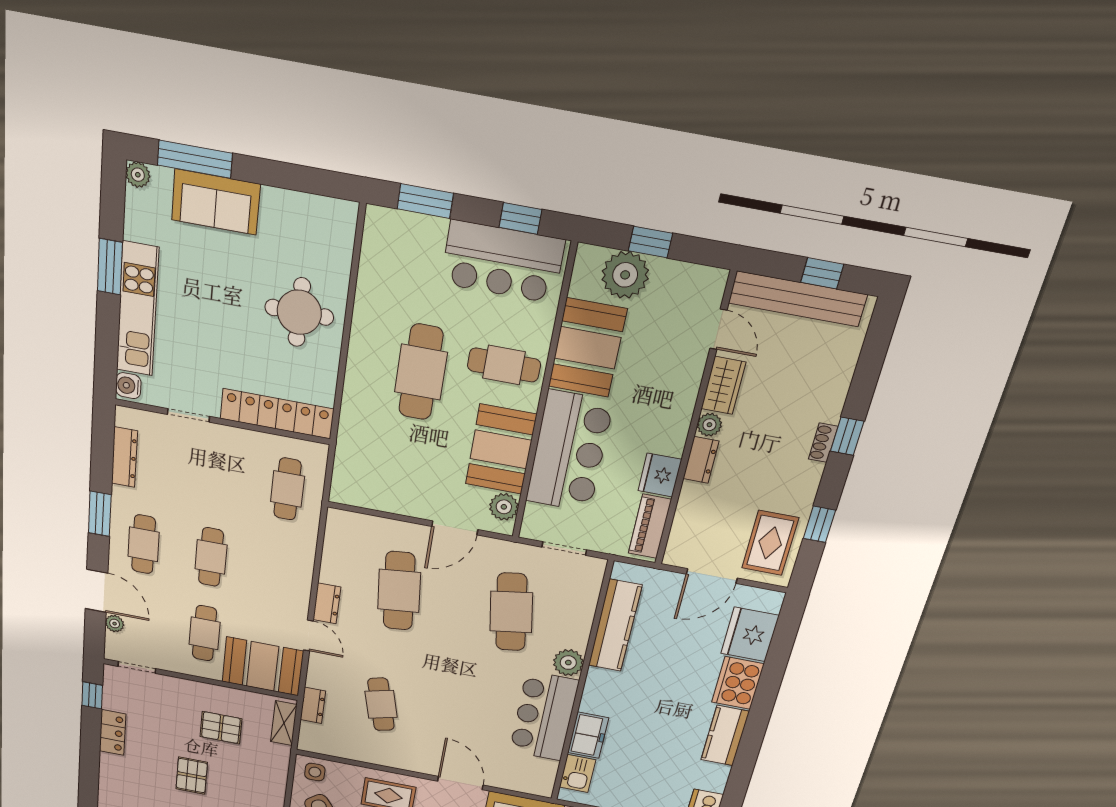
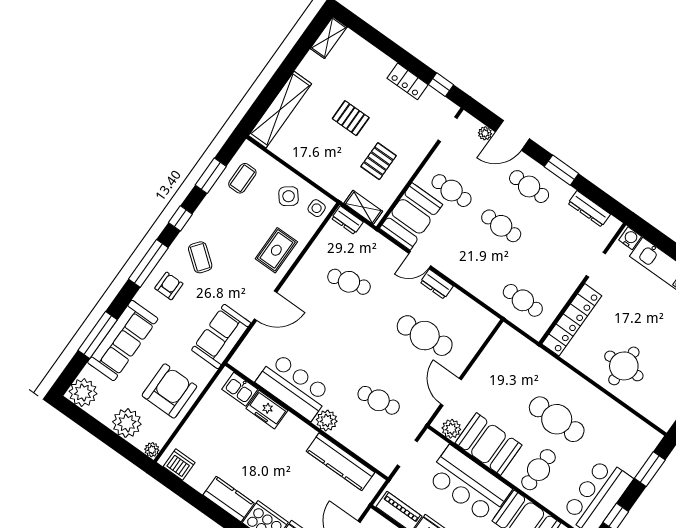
cafe table: (511, 612) -> (379, 400), width x0.73, depth x0.74
dresser: (313, 705) -> (347, 220), moved

